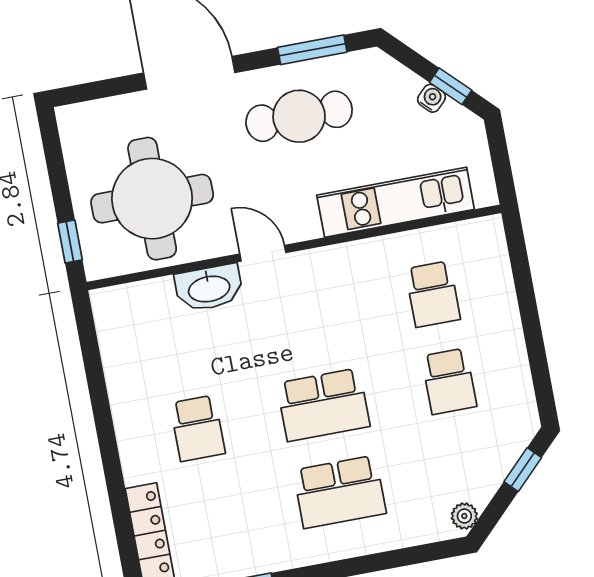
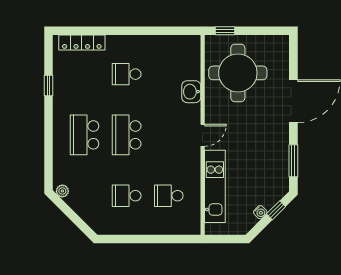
window: (451, 86) -> (276, 210), moved
cafe table: (299, 116) -> (263, 149), removed
door: (263, 253) -> (203, 135), moved
washbasin: (209, 288) -> (191, 92), width x0.72
window: (523, 470) -> (79, 222), removed

